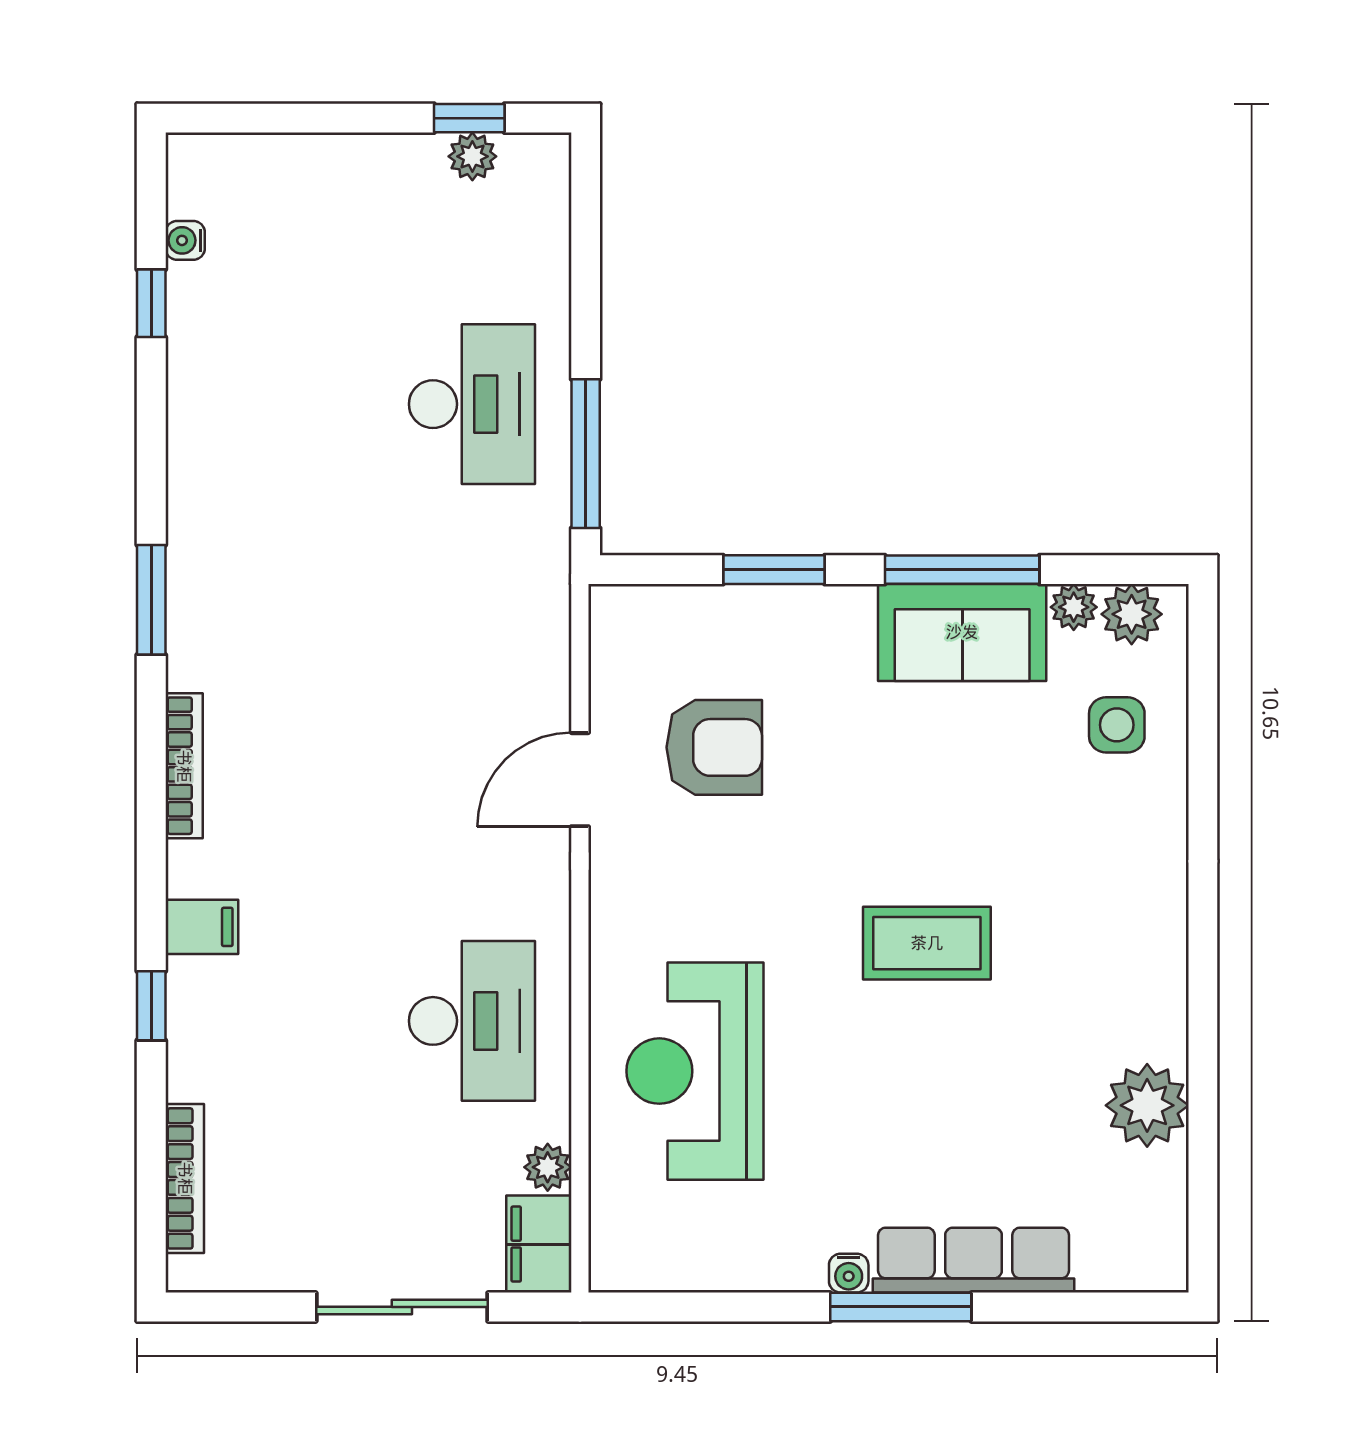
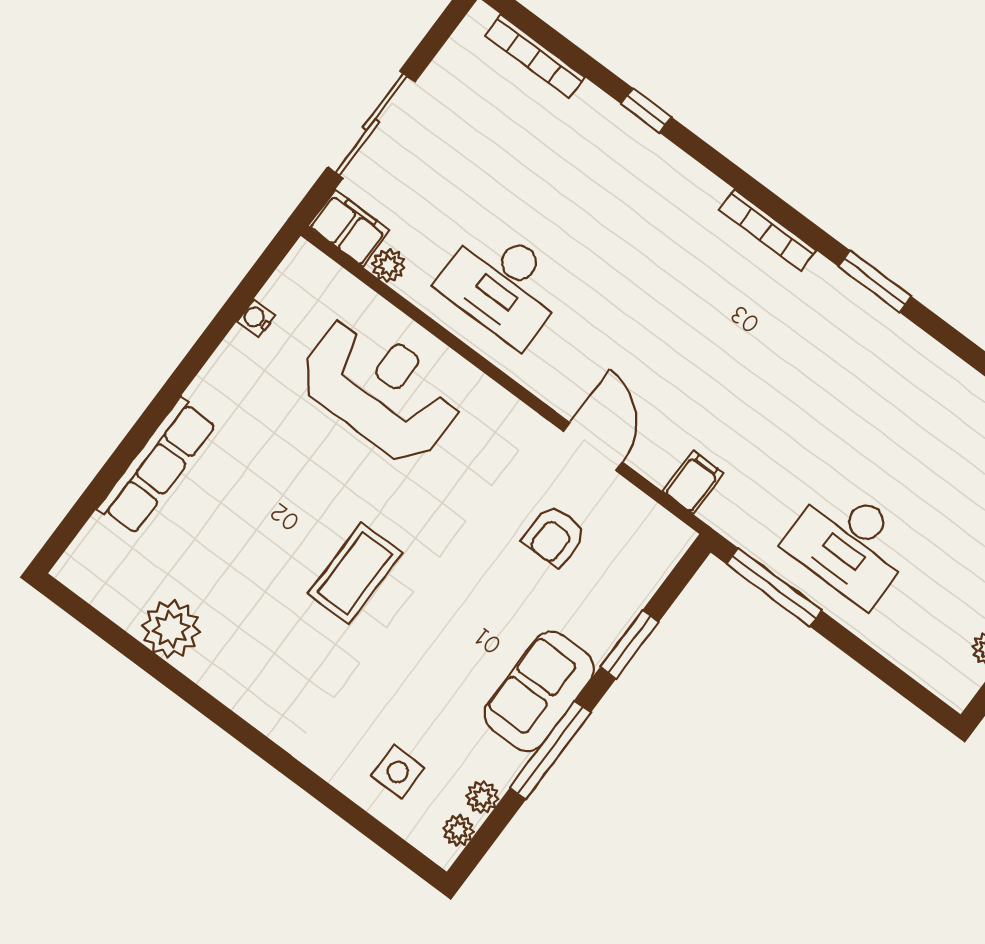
plant: (1132, 614) -> (458, 830), width x0.73, depth x0.73
sofa: (962, 632) -> (539, 691), moved
armchair: (714, 747) -> (555, 536), width x0.72, depth x0.72
filing cabinet: (202, 927) -> (693, 482), moved, turned 180
water cooler: (849, 1273) -> (256, 318), moved
window: (901, 1307) -> (161, 405), removed

